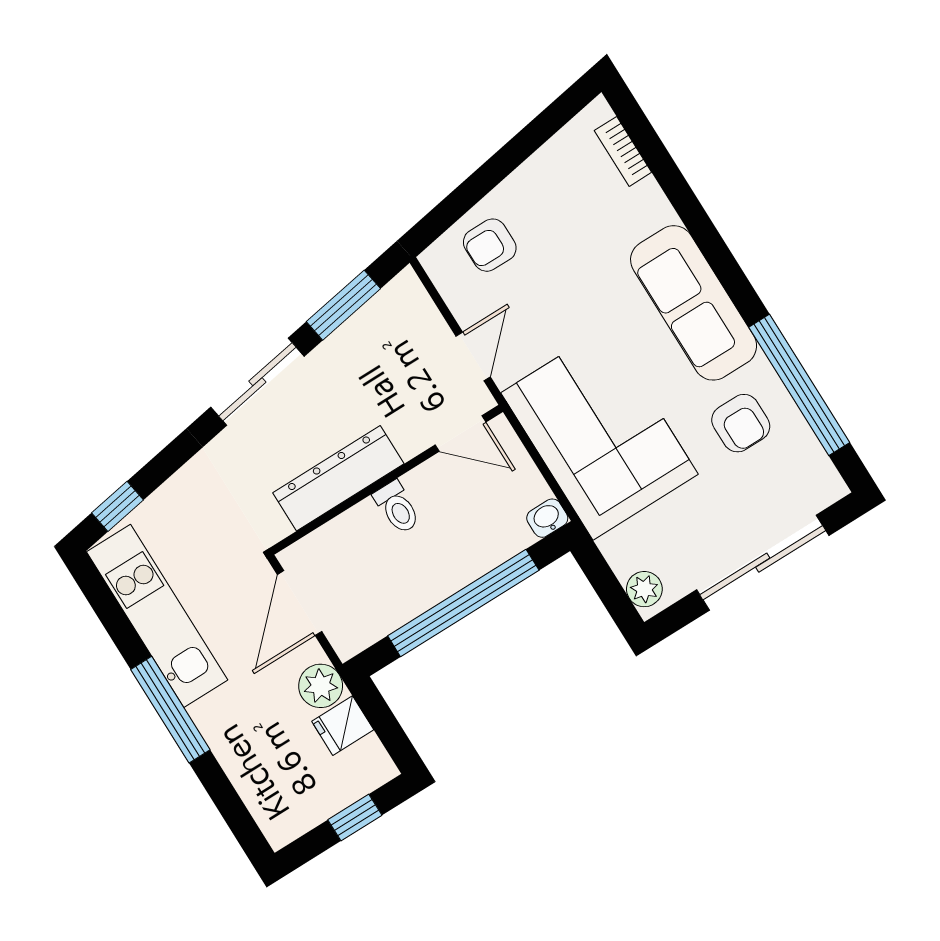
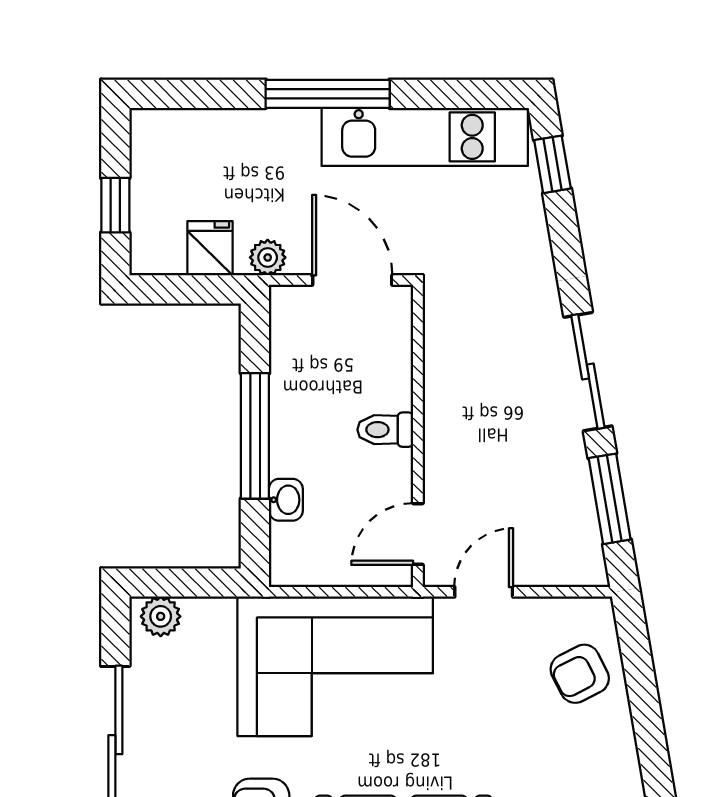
armchair: (490, 245) -> (580, 674), turned -117
door: (473, 356) -> (484, 592), swing flipped
dresser: (338, 478) -> (448, 391), removed
washbasin: (547, 518) -> (286, 500), moved
window: (463, 603) -> (255, 436), width x0.68
plant: (321, 686) -> (268, 257), width x0.73, depth x0.73

